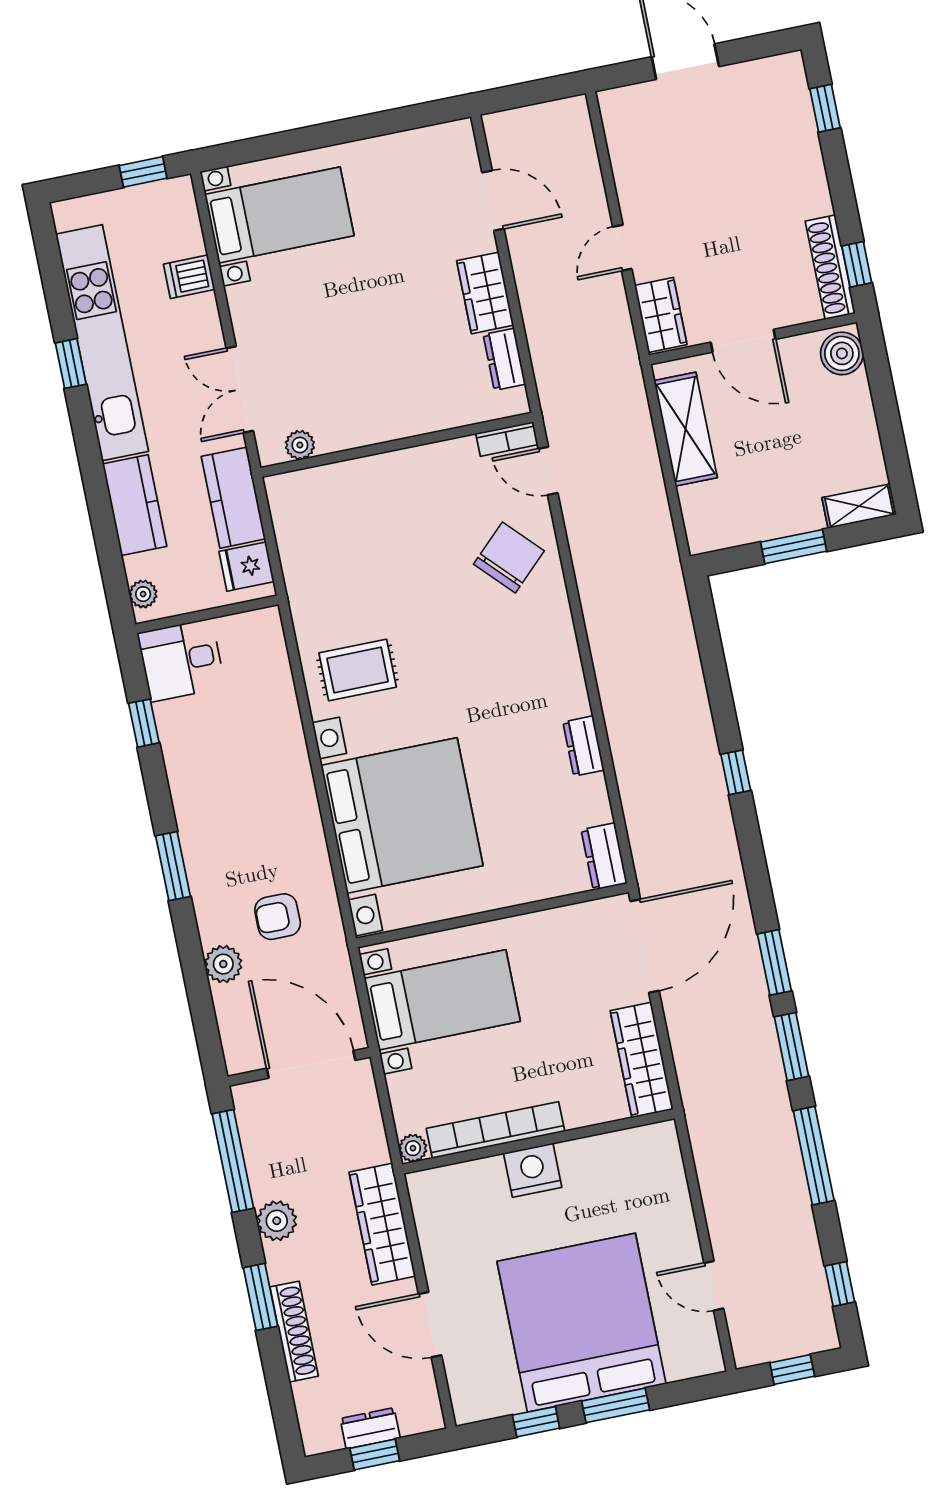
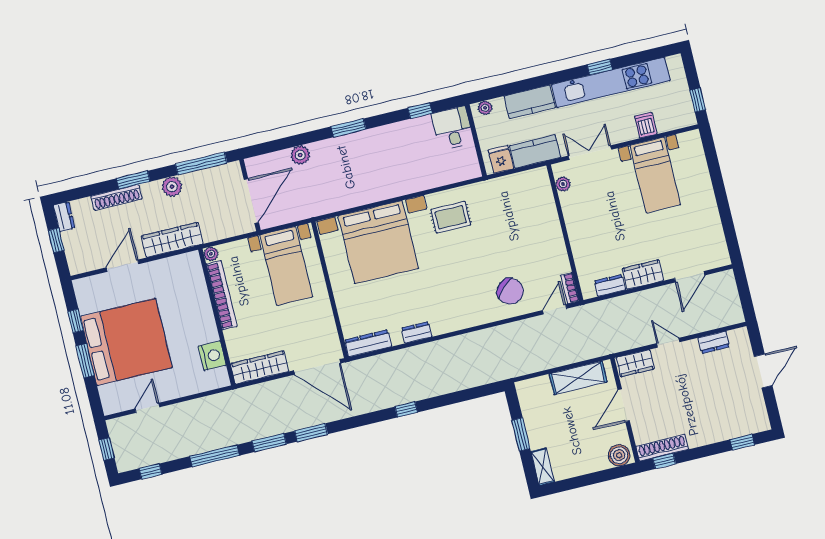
dresser: (625, 157) -> (714, 342), added
bed with nightstands: (279, 215) -> (655, 175), moved
rug: (358, 670) -> (451, 217), turned 90
dresser: (604, 856) -> (368, 343), width x1.44
armchair: (278, 917) -> (325, 181), removed
nightstand: (533, 1170) -> (212, 356), moved
dresser: (370, 1428) -> (64, 217), moved

